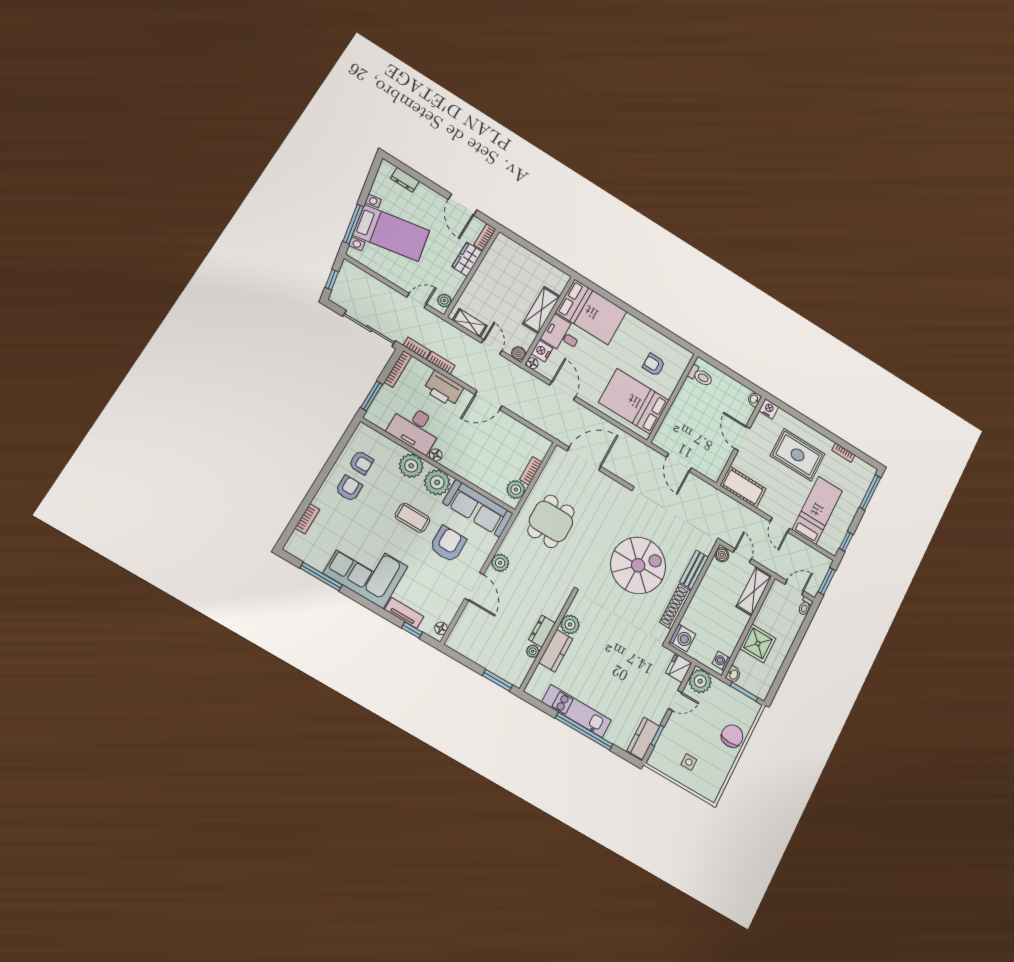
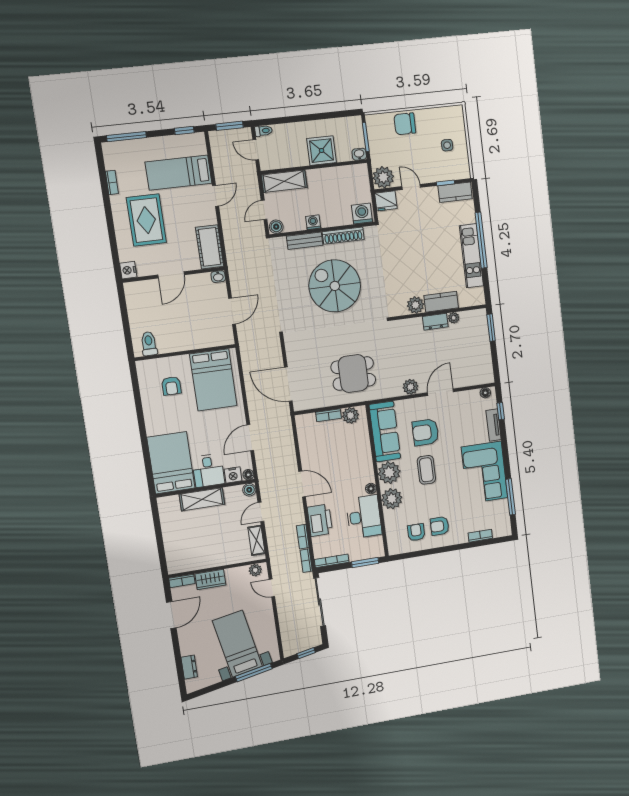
washbasin: (754, 399) -> (218, 277), moved
washing machine: (721, 661) -> (313, 222), moved, turned 180

